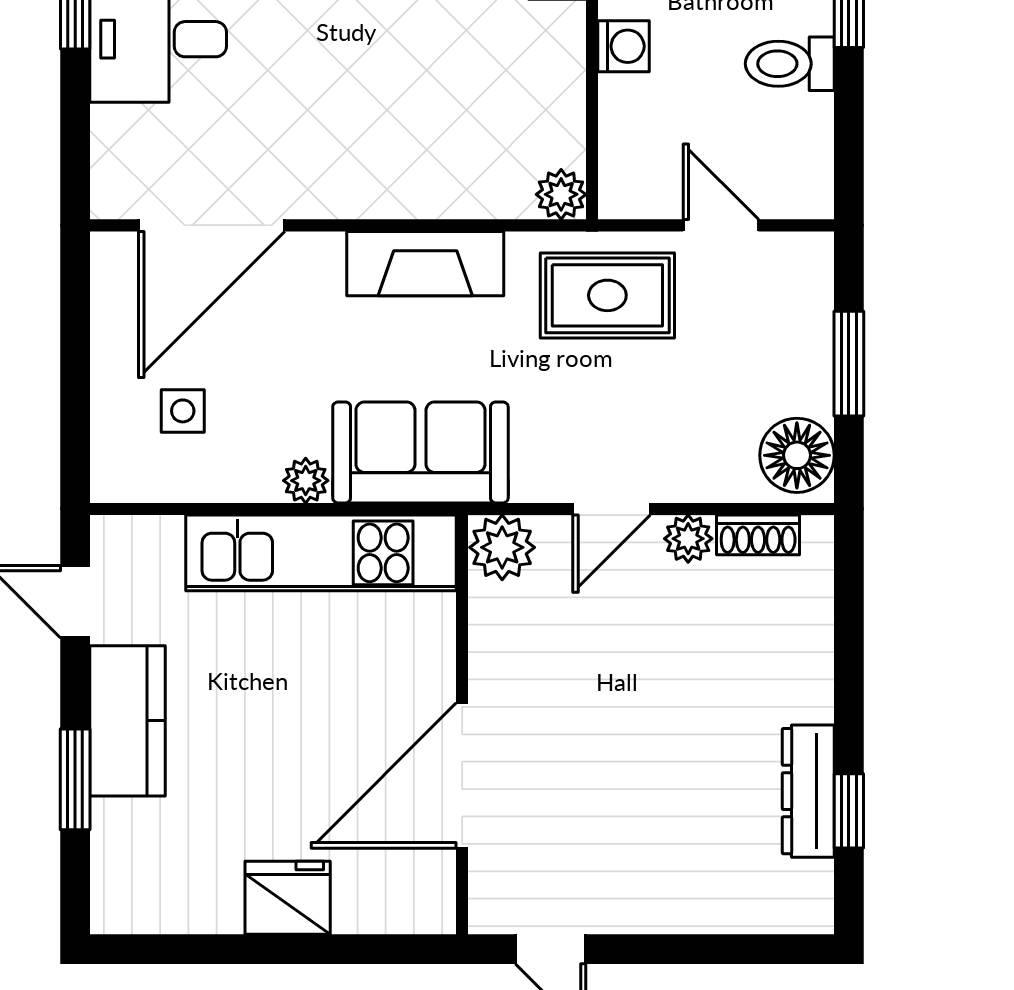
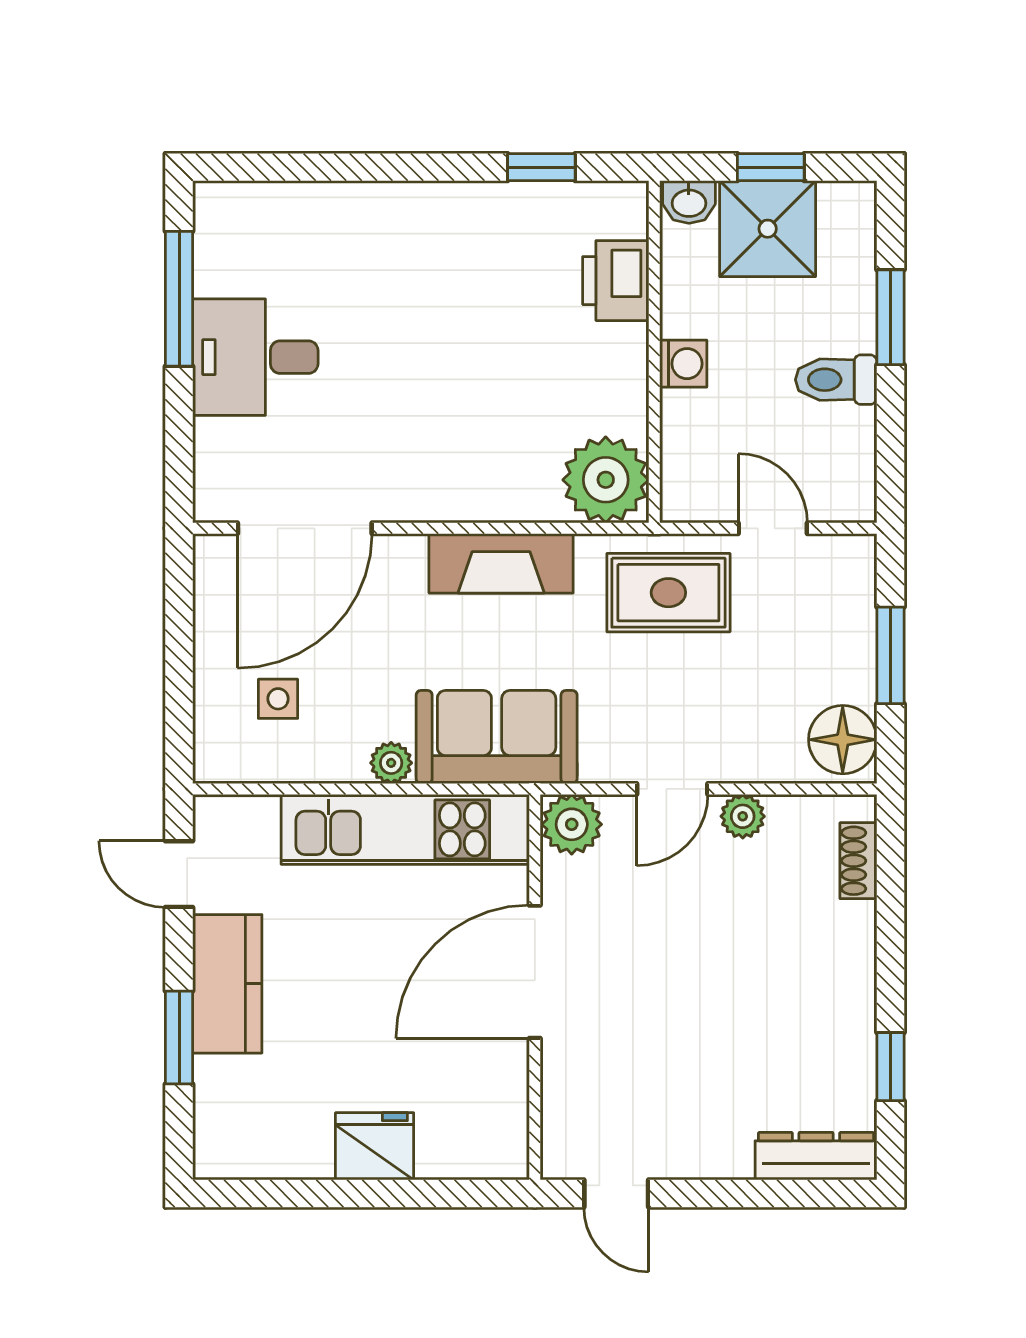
plant: (561, 194) -> (606, 480), width x1.88, depth x1.88
shoe rack: (758, 535) -> (858, 861), moved, turned 90
door: (462, 775) -> (535, 972), moved
dresser: (808, 791) -> (816, 1156), moved, turned 90

